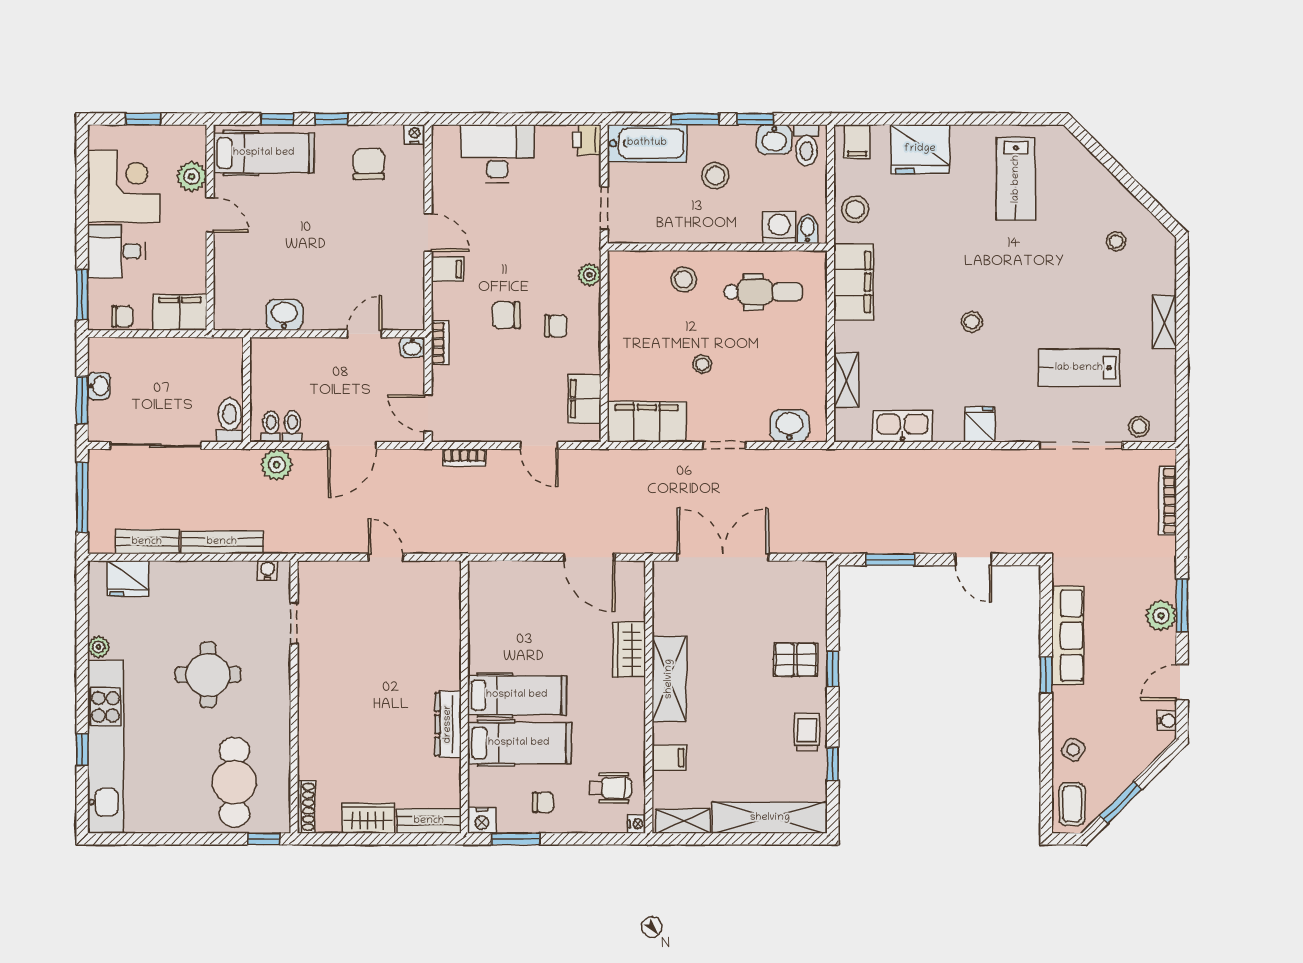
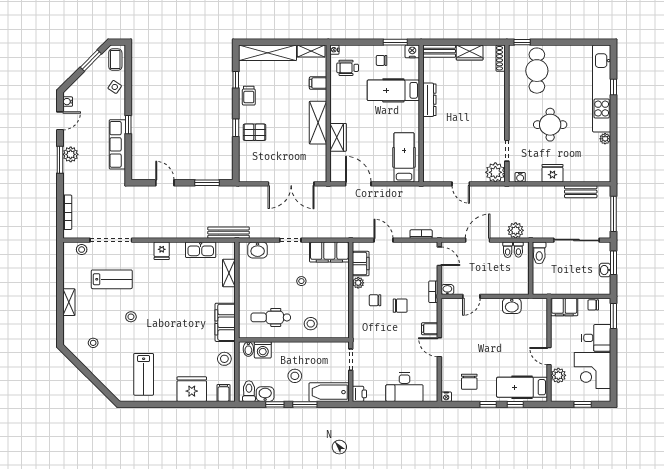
lab bench: (1016, 179) -> (144, 374), turned 180
plant: (589, 275) -> (358, 283), moved
stool: (972, 322) -> (131, 317), moved
bench: (222, 542) -> (229, 233), moved
fridge: (128, 578) -> (552, 173), moved
plant: (317, 580) -> (495, 172), added
hospital bed: (517, 695) -> (404, 157), moved, turned 90

